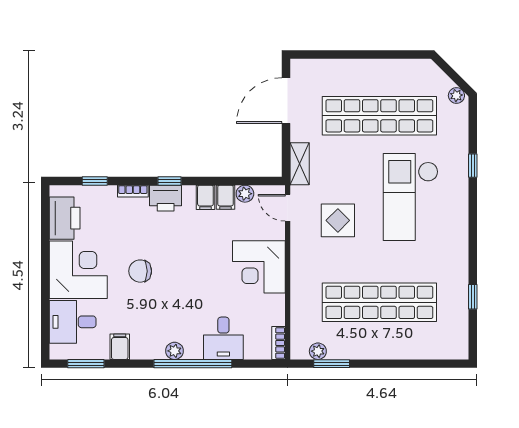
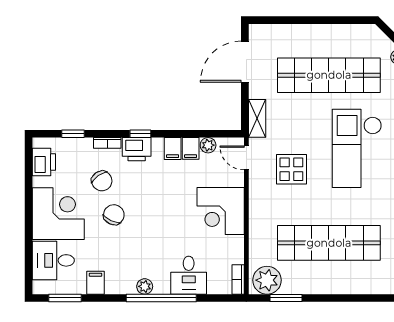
printer: (65, 218) -> (44, 162), width x0.73, depth x0.84
chair: (127, 233) -> (102, 181), added
chair: (140, 271) -> (114, 215), turned 115
plant: (318, 351) -> (267, 280), width x1.87, depth x1.87

